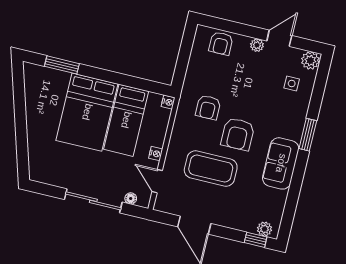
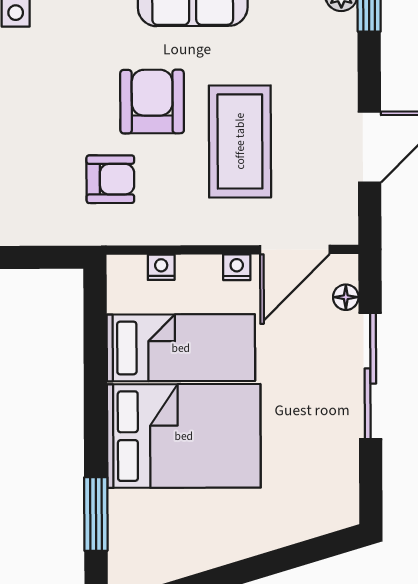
nightstand: (168, 102) -> (161, 267), moved
armchair: (238, 134) -> (152, 102), turned -90
door: (157, 181) -> (295, 250), width x1.38

